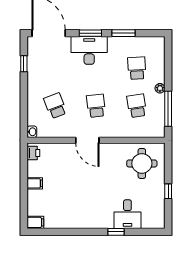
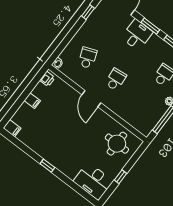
desk: (89, 50) -> (137, 35), width x0.73
school desk: (137, 106) -> (144, 101), removed
desk: (127, 214) -> (93, 181), moved, width x1.37
window: (116, 232) -> (47, 166), moved

